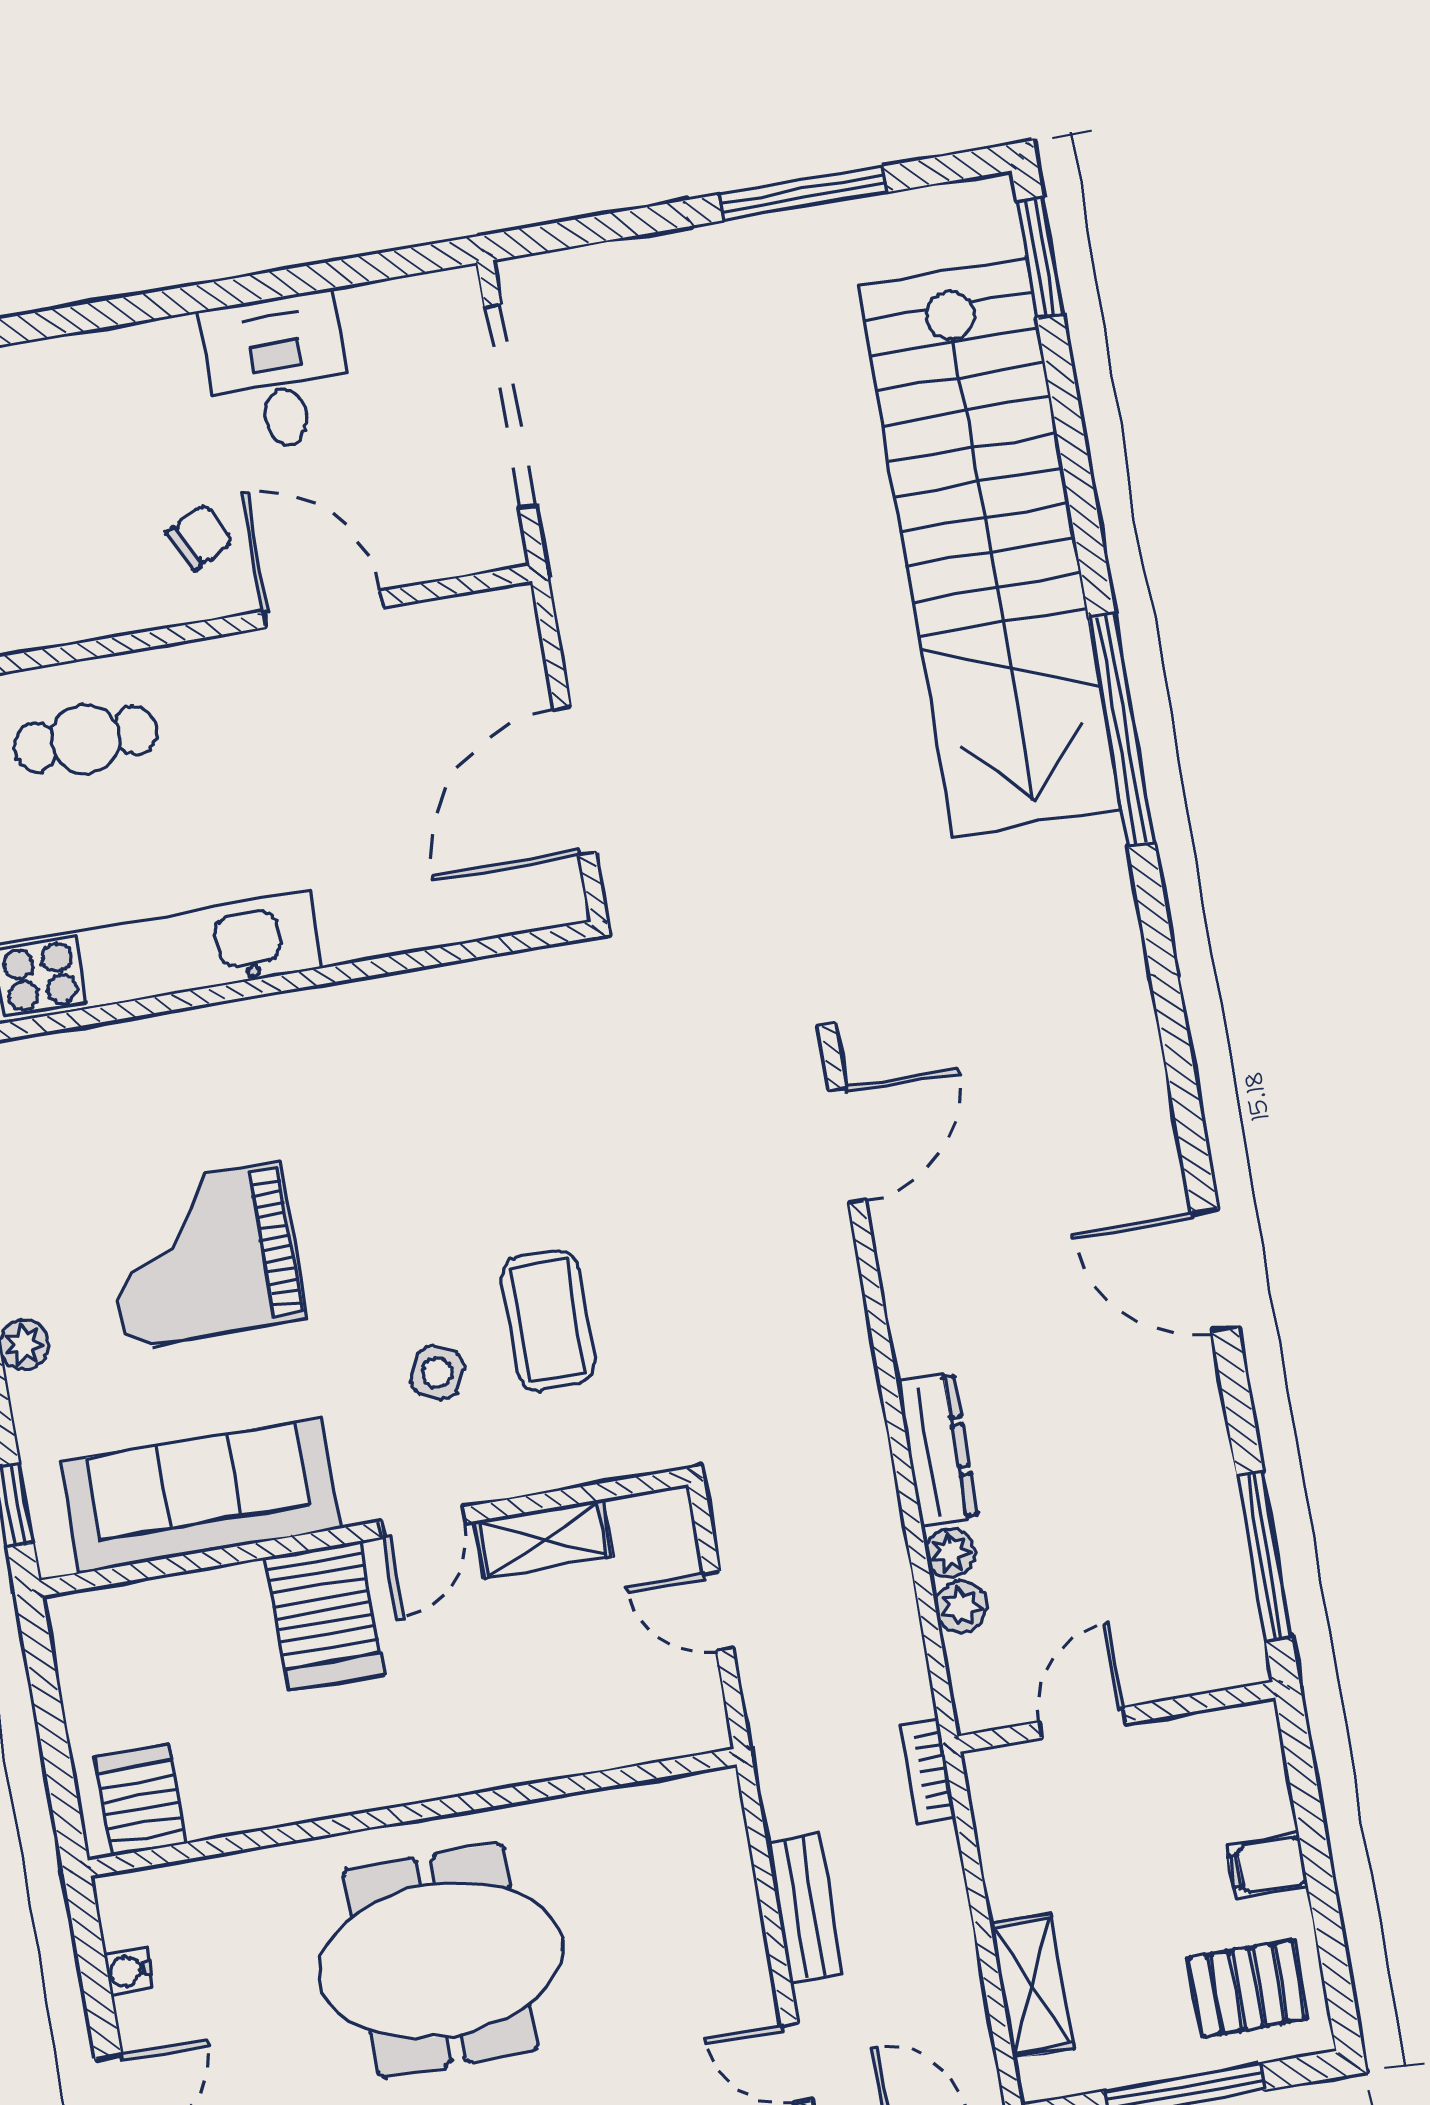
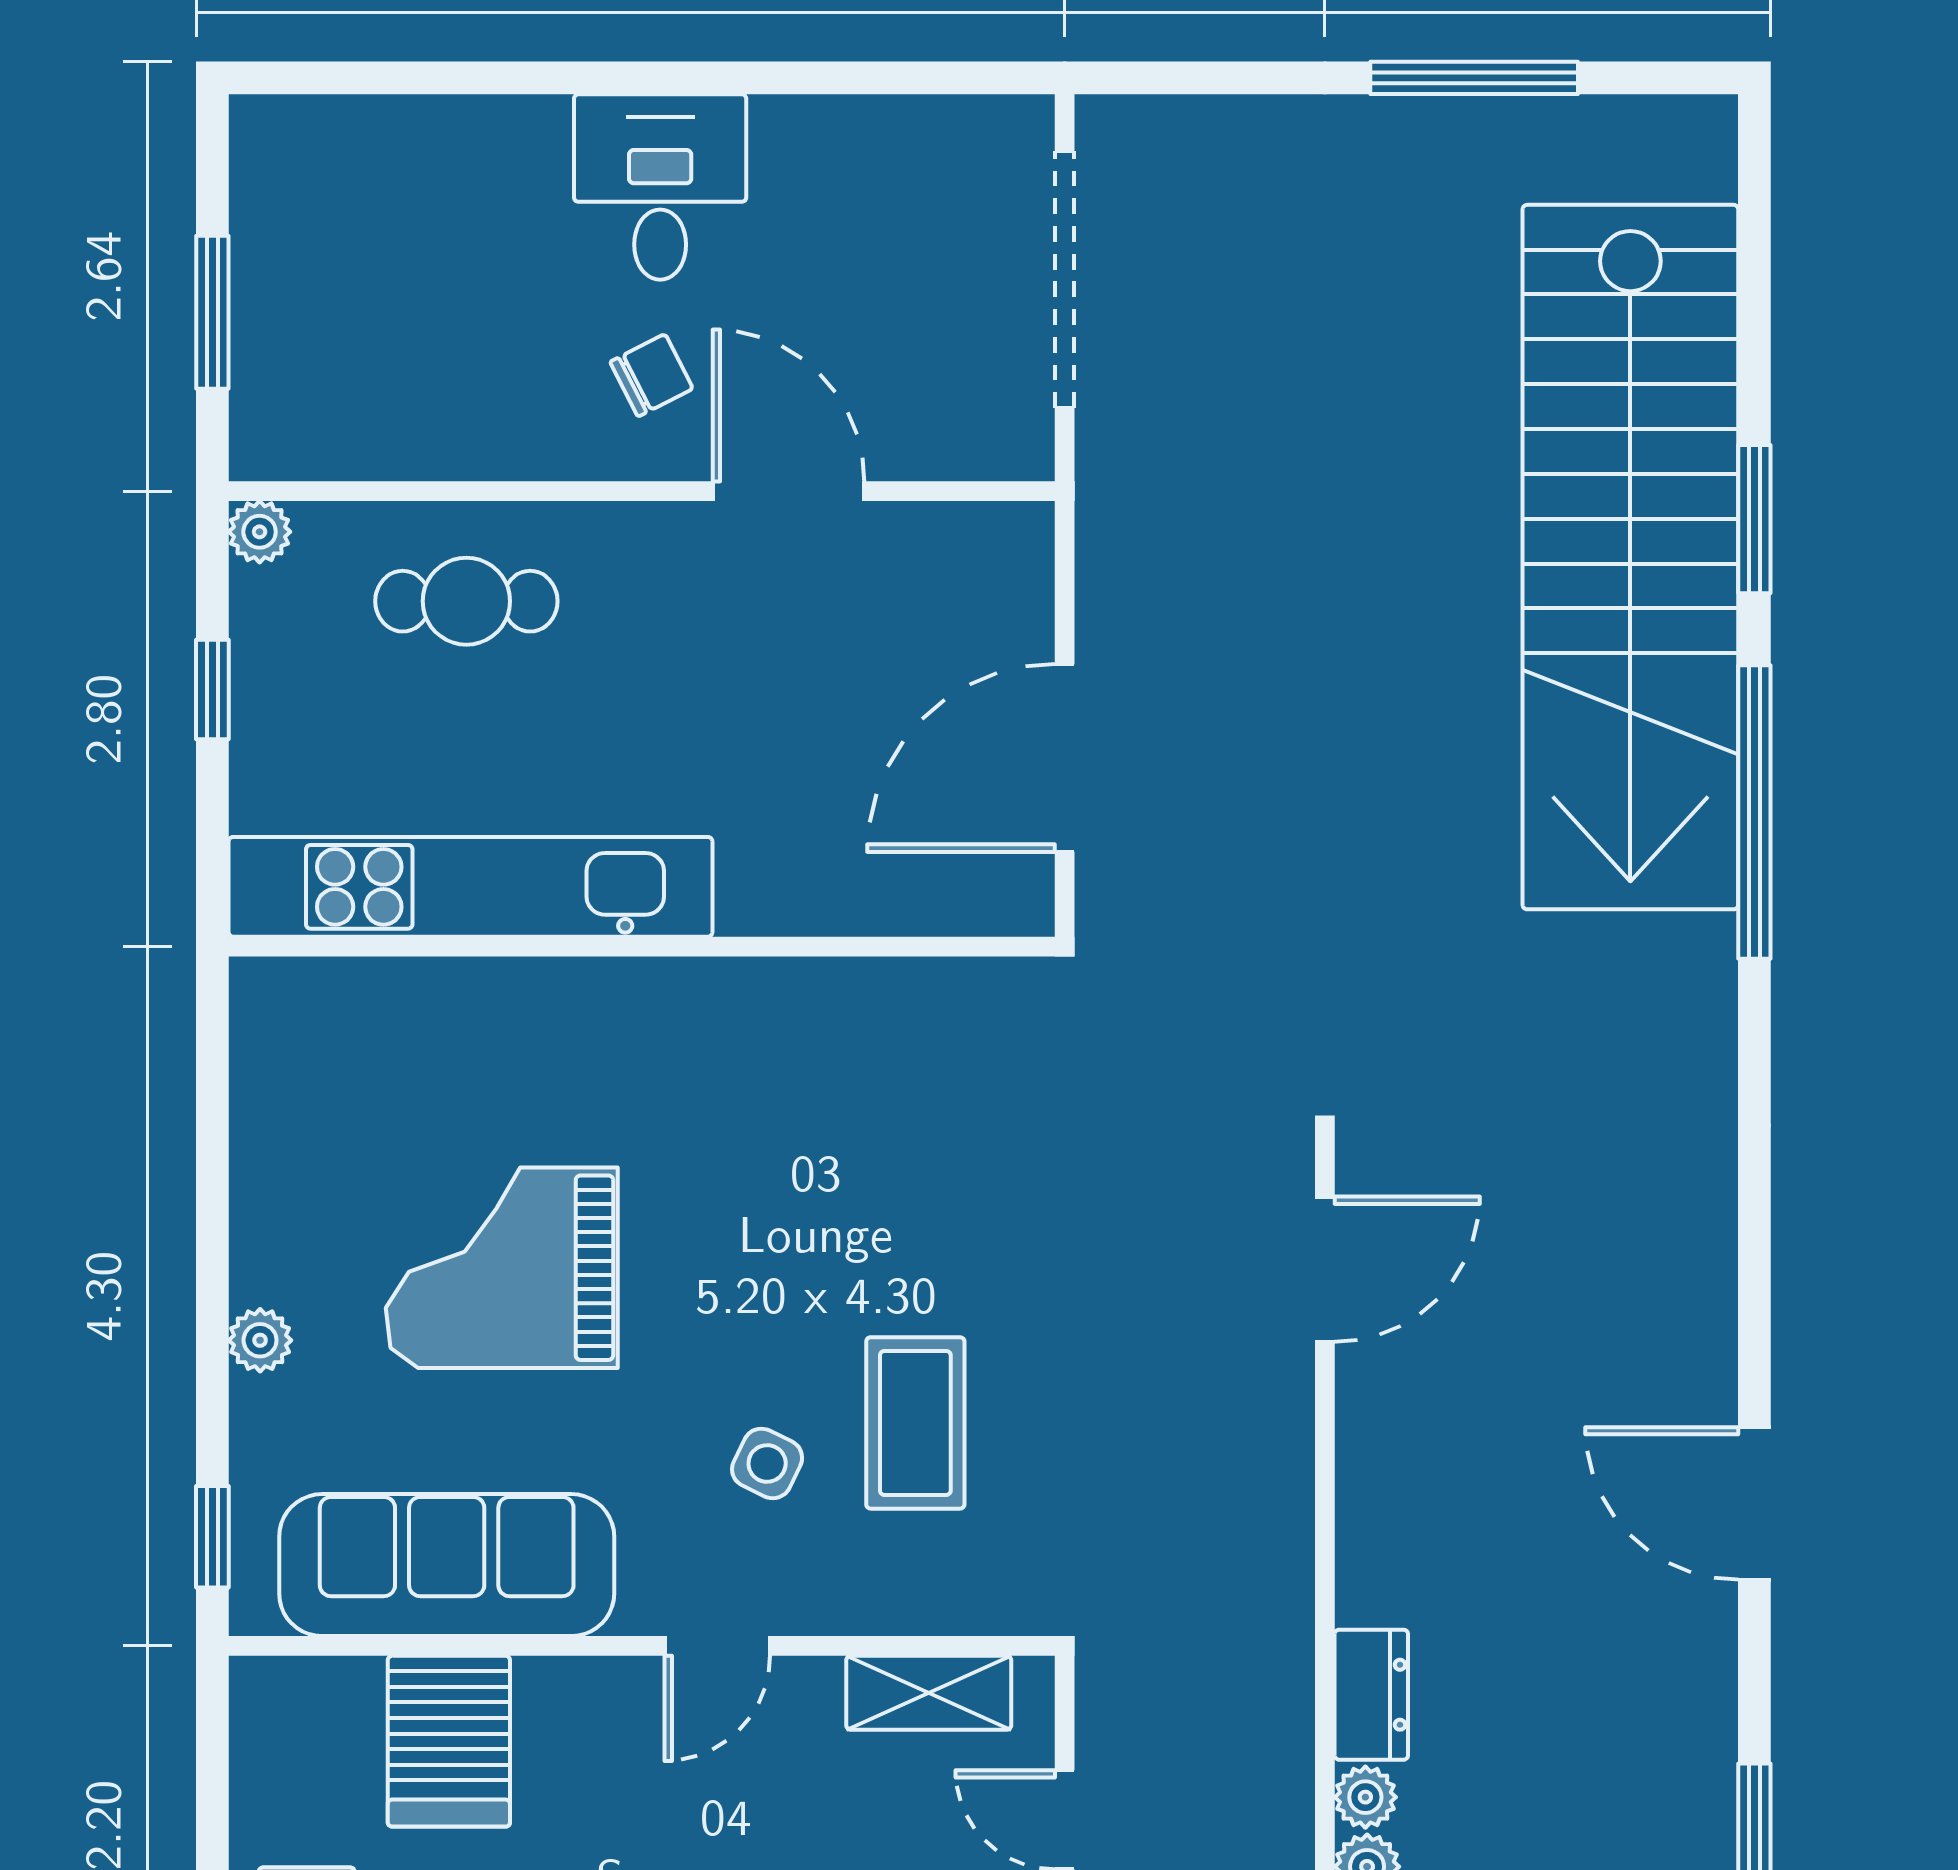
window: (1040, 258) -> (1754, 519), moved
desk: (278, 372) -> (660, 187), moved
dresser: (937, 1450) -> (1371, 1695), width x0.70
shelving: (543, 1539) -> (929, 1693), moved
server rack: (325, 1616) -> (449, 1741), moved

